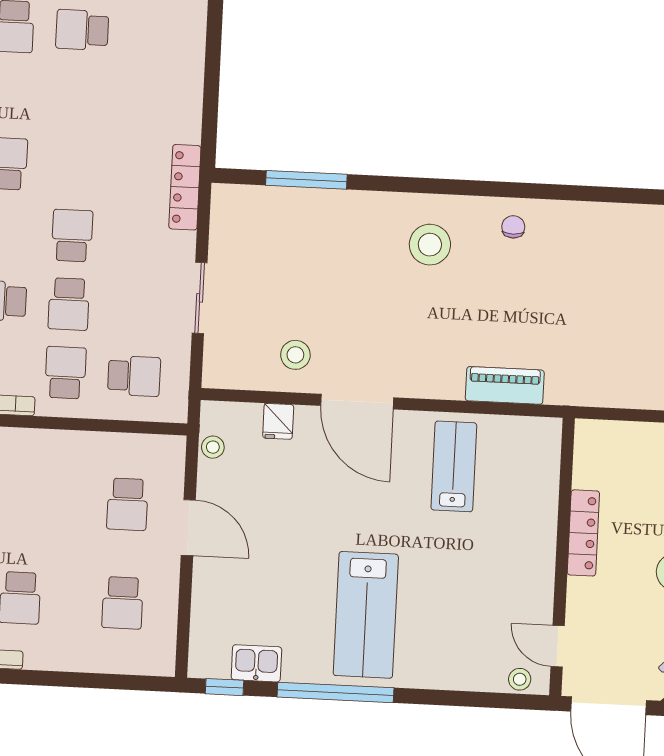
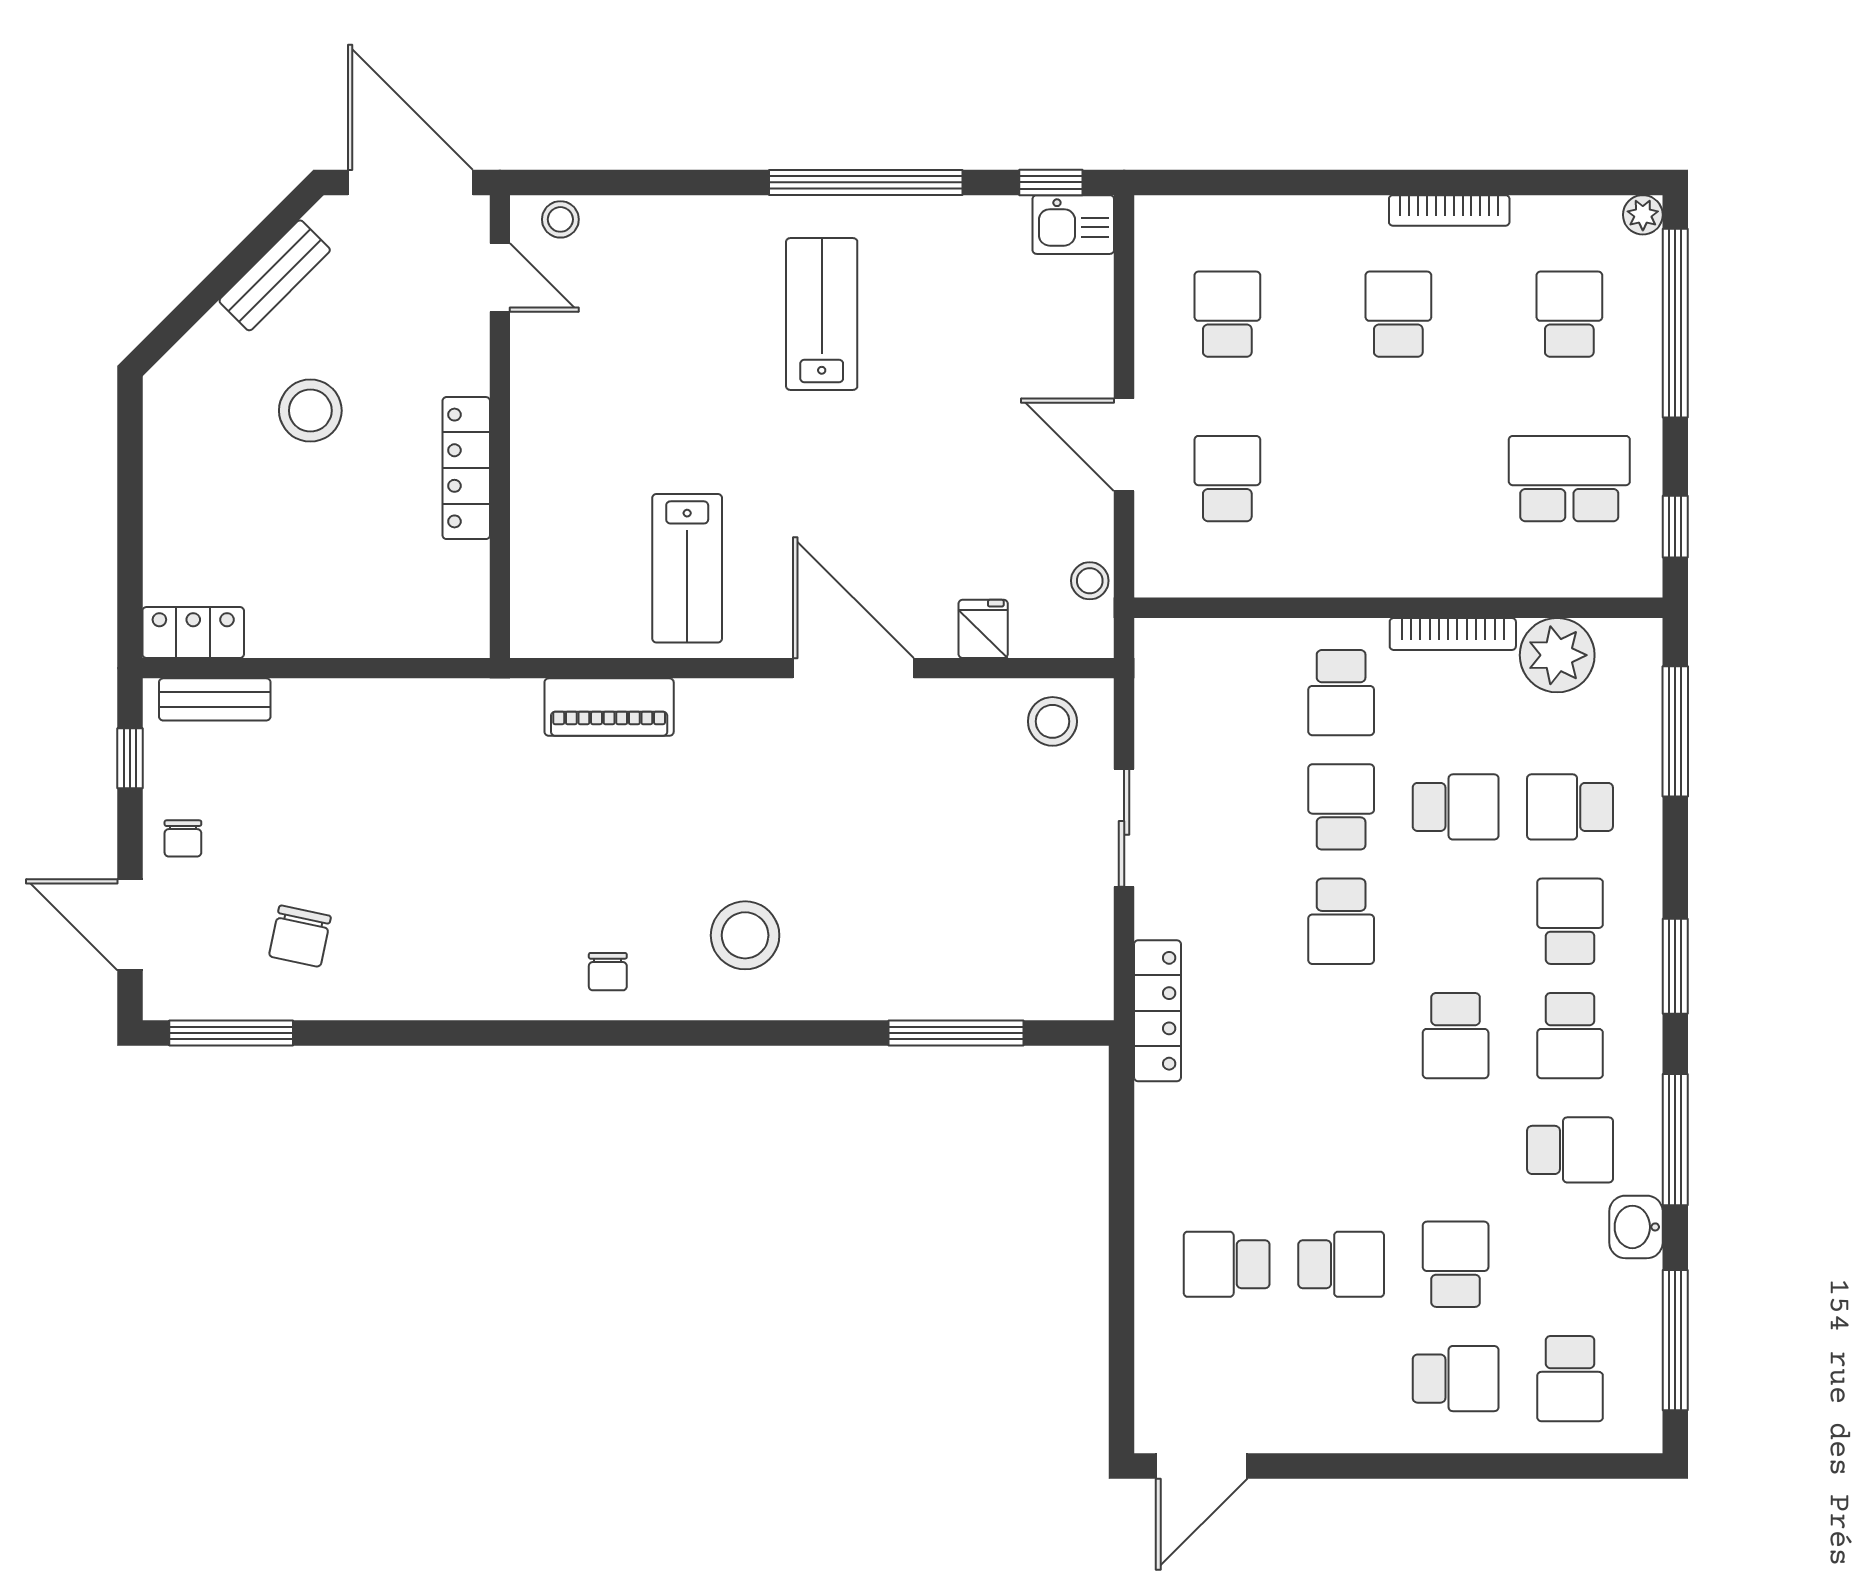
stool: (295, 355) -> (1052, 721), moved
school desk: (134, 376) -> (1227, 1264), moved
lab bench: (366, 615) -> (822, 314), width x0.73, depth x0.72
kitchen sink: (256, 663) -> (1073, 225), moved

